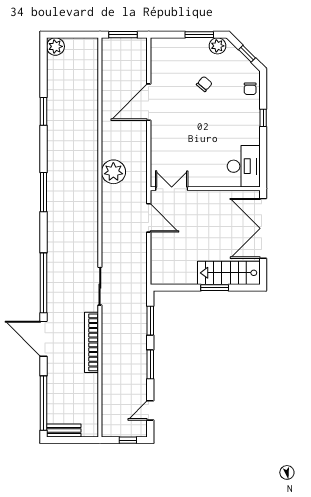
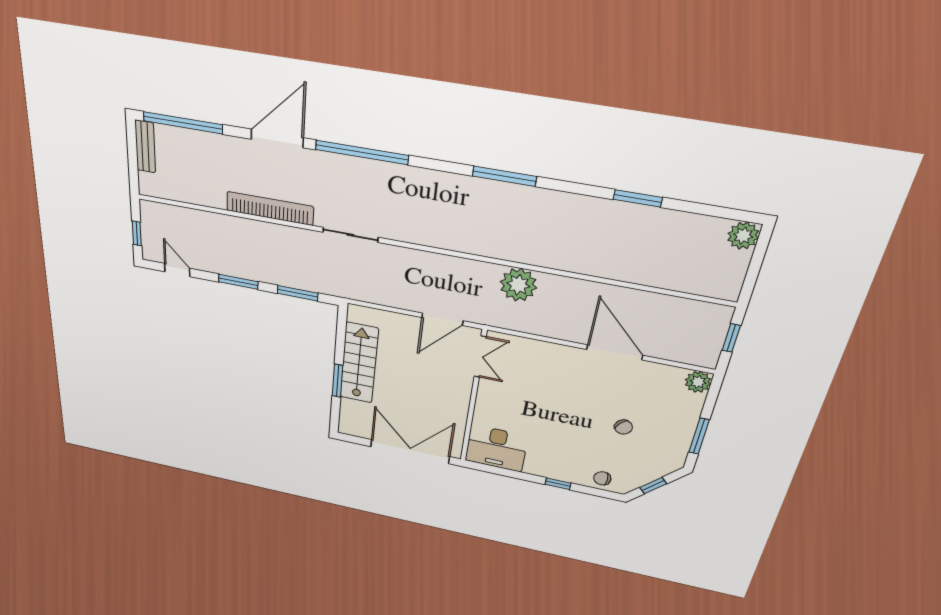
window: (123, 35) -> (731, 338), width x0.67
plant: (218, 46) -> (698, 382), moved
stairs: (229, 273) -> (359, 363), moved

